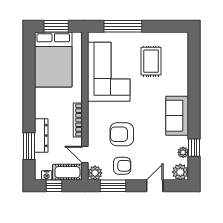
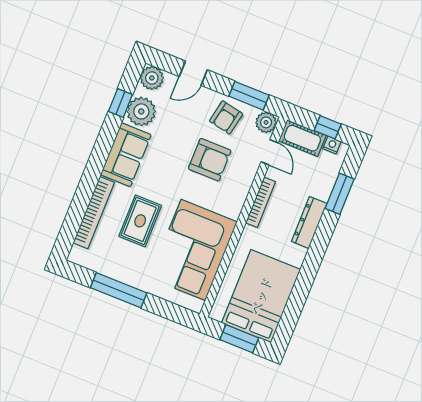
window: (123, 26) -> (119, 290), moved
rug: (151, 61) -> (140, 221), moved
bookcase: (183, 70) -> (94, 213), added
dresser: (41, 136) -> (309, 222), moved
plant: (183, 152) -> (141, 111), width x1.88, depth x1.88
armchair: (122, 166) -> (226, 117), turned -79

